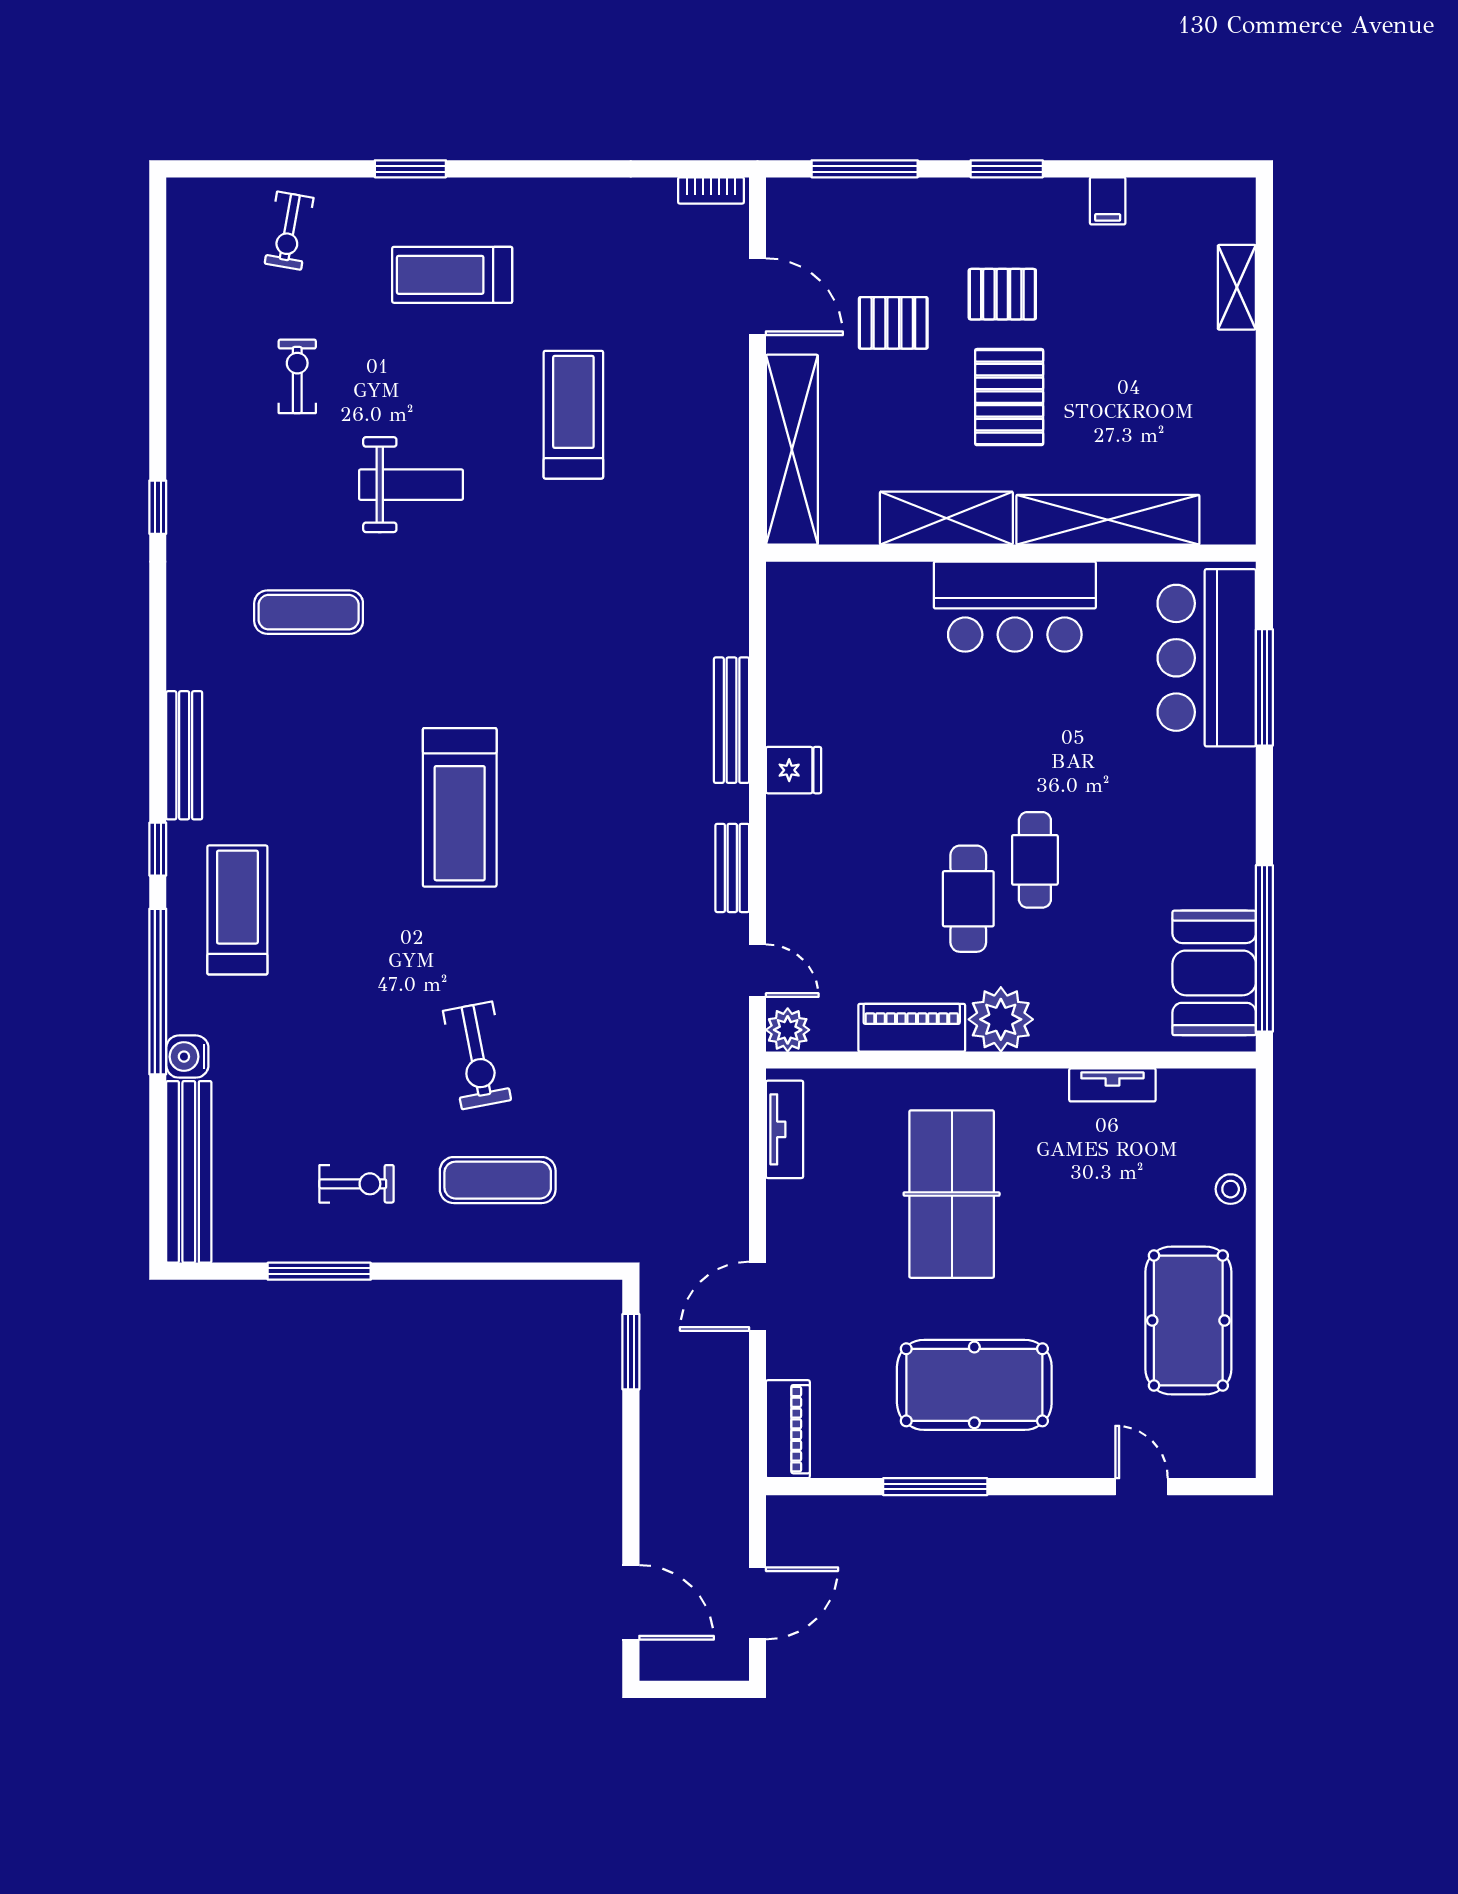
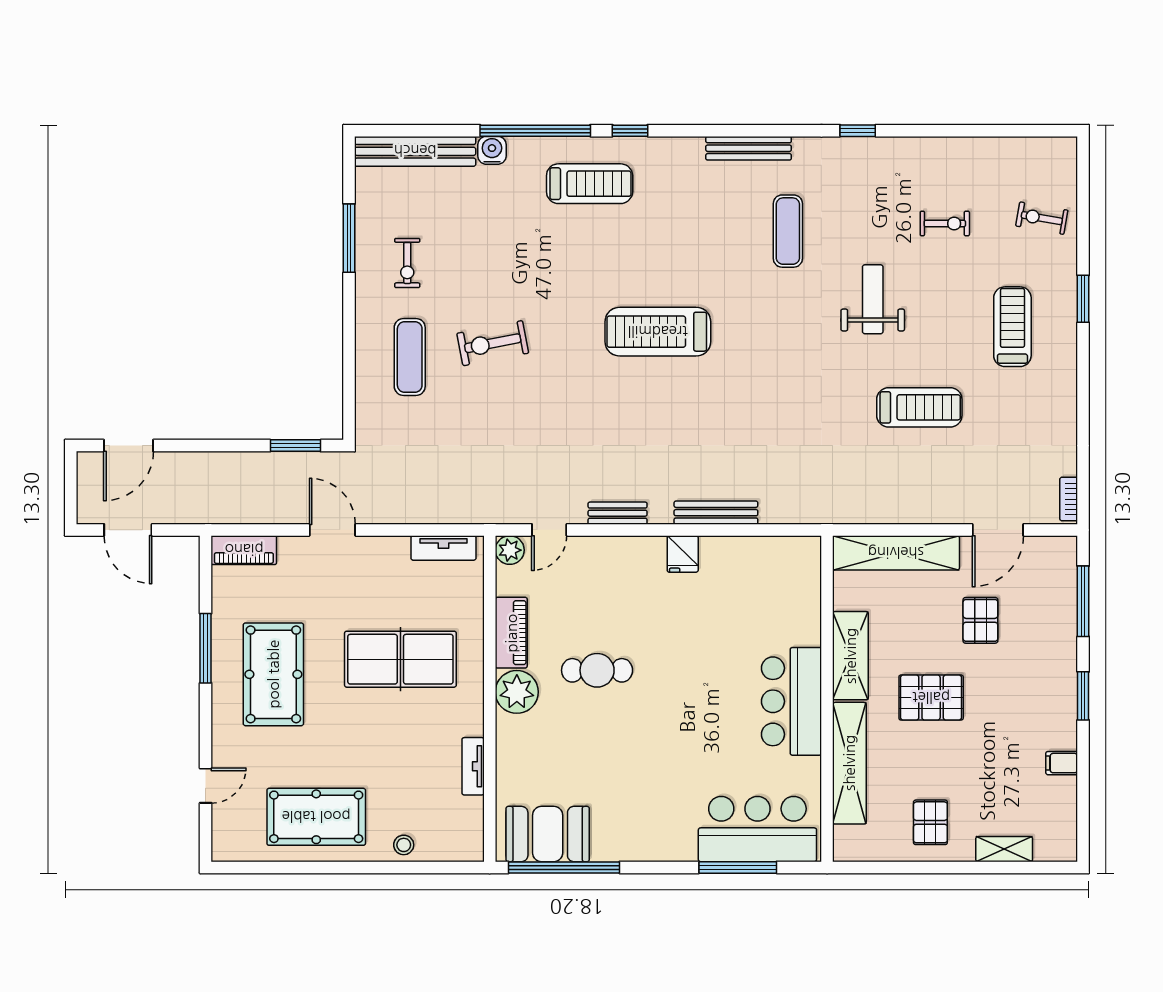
pallet: (1002, 294) -> (930, 822), moved
weight bench: (411, 485) -> (873, 299), turned 180
bench: (184, 755) -> (749, 148), moved
cafe table: (1035, 860) -> (623, 715), removed

